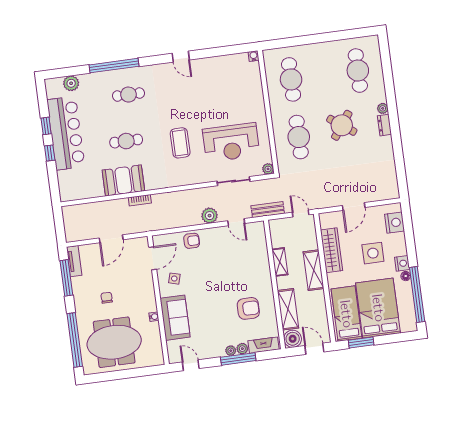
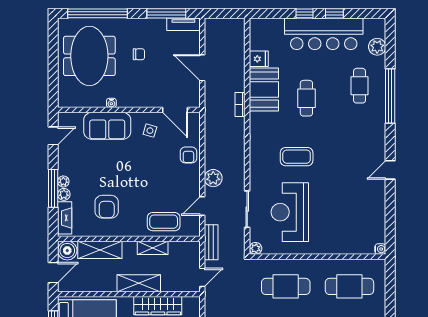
cafe table: (128, 95) -> (359, 86), moved
fridge: (96, 189) -> (259, 59), added
coffee table: (255, 255) -> (164, 222), added

